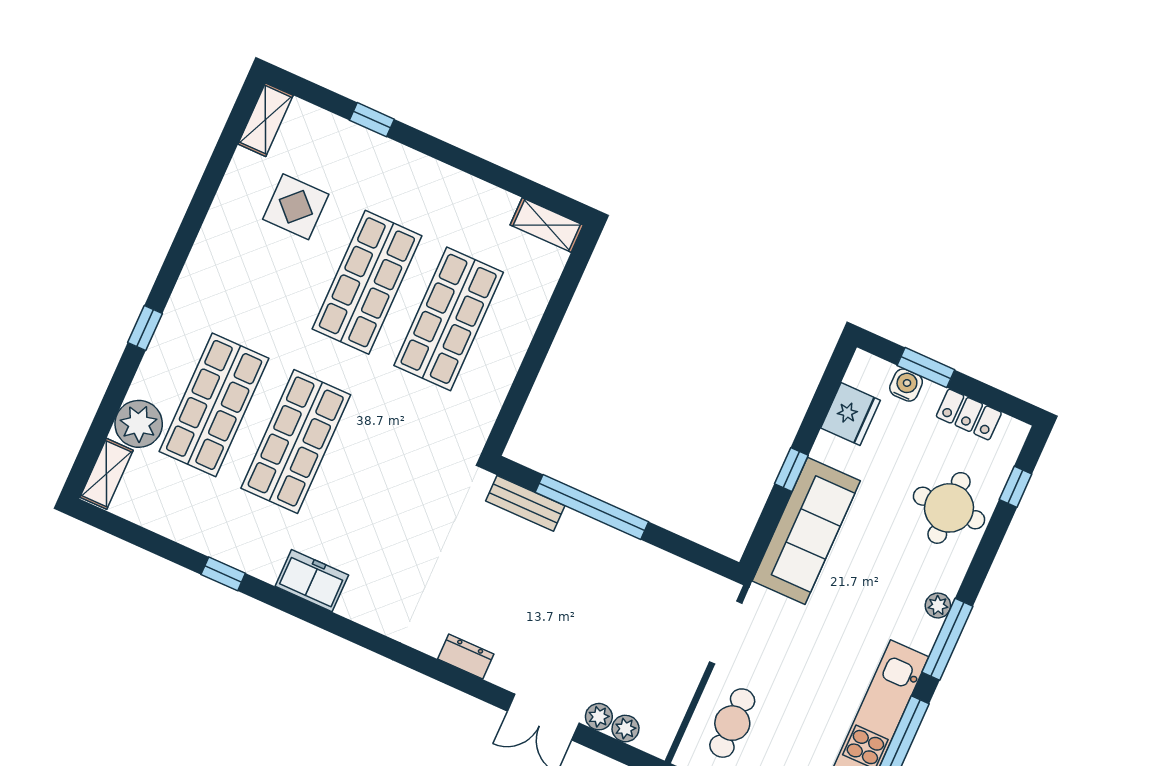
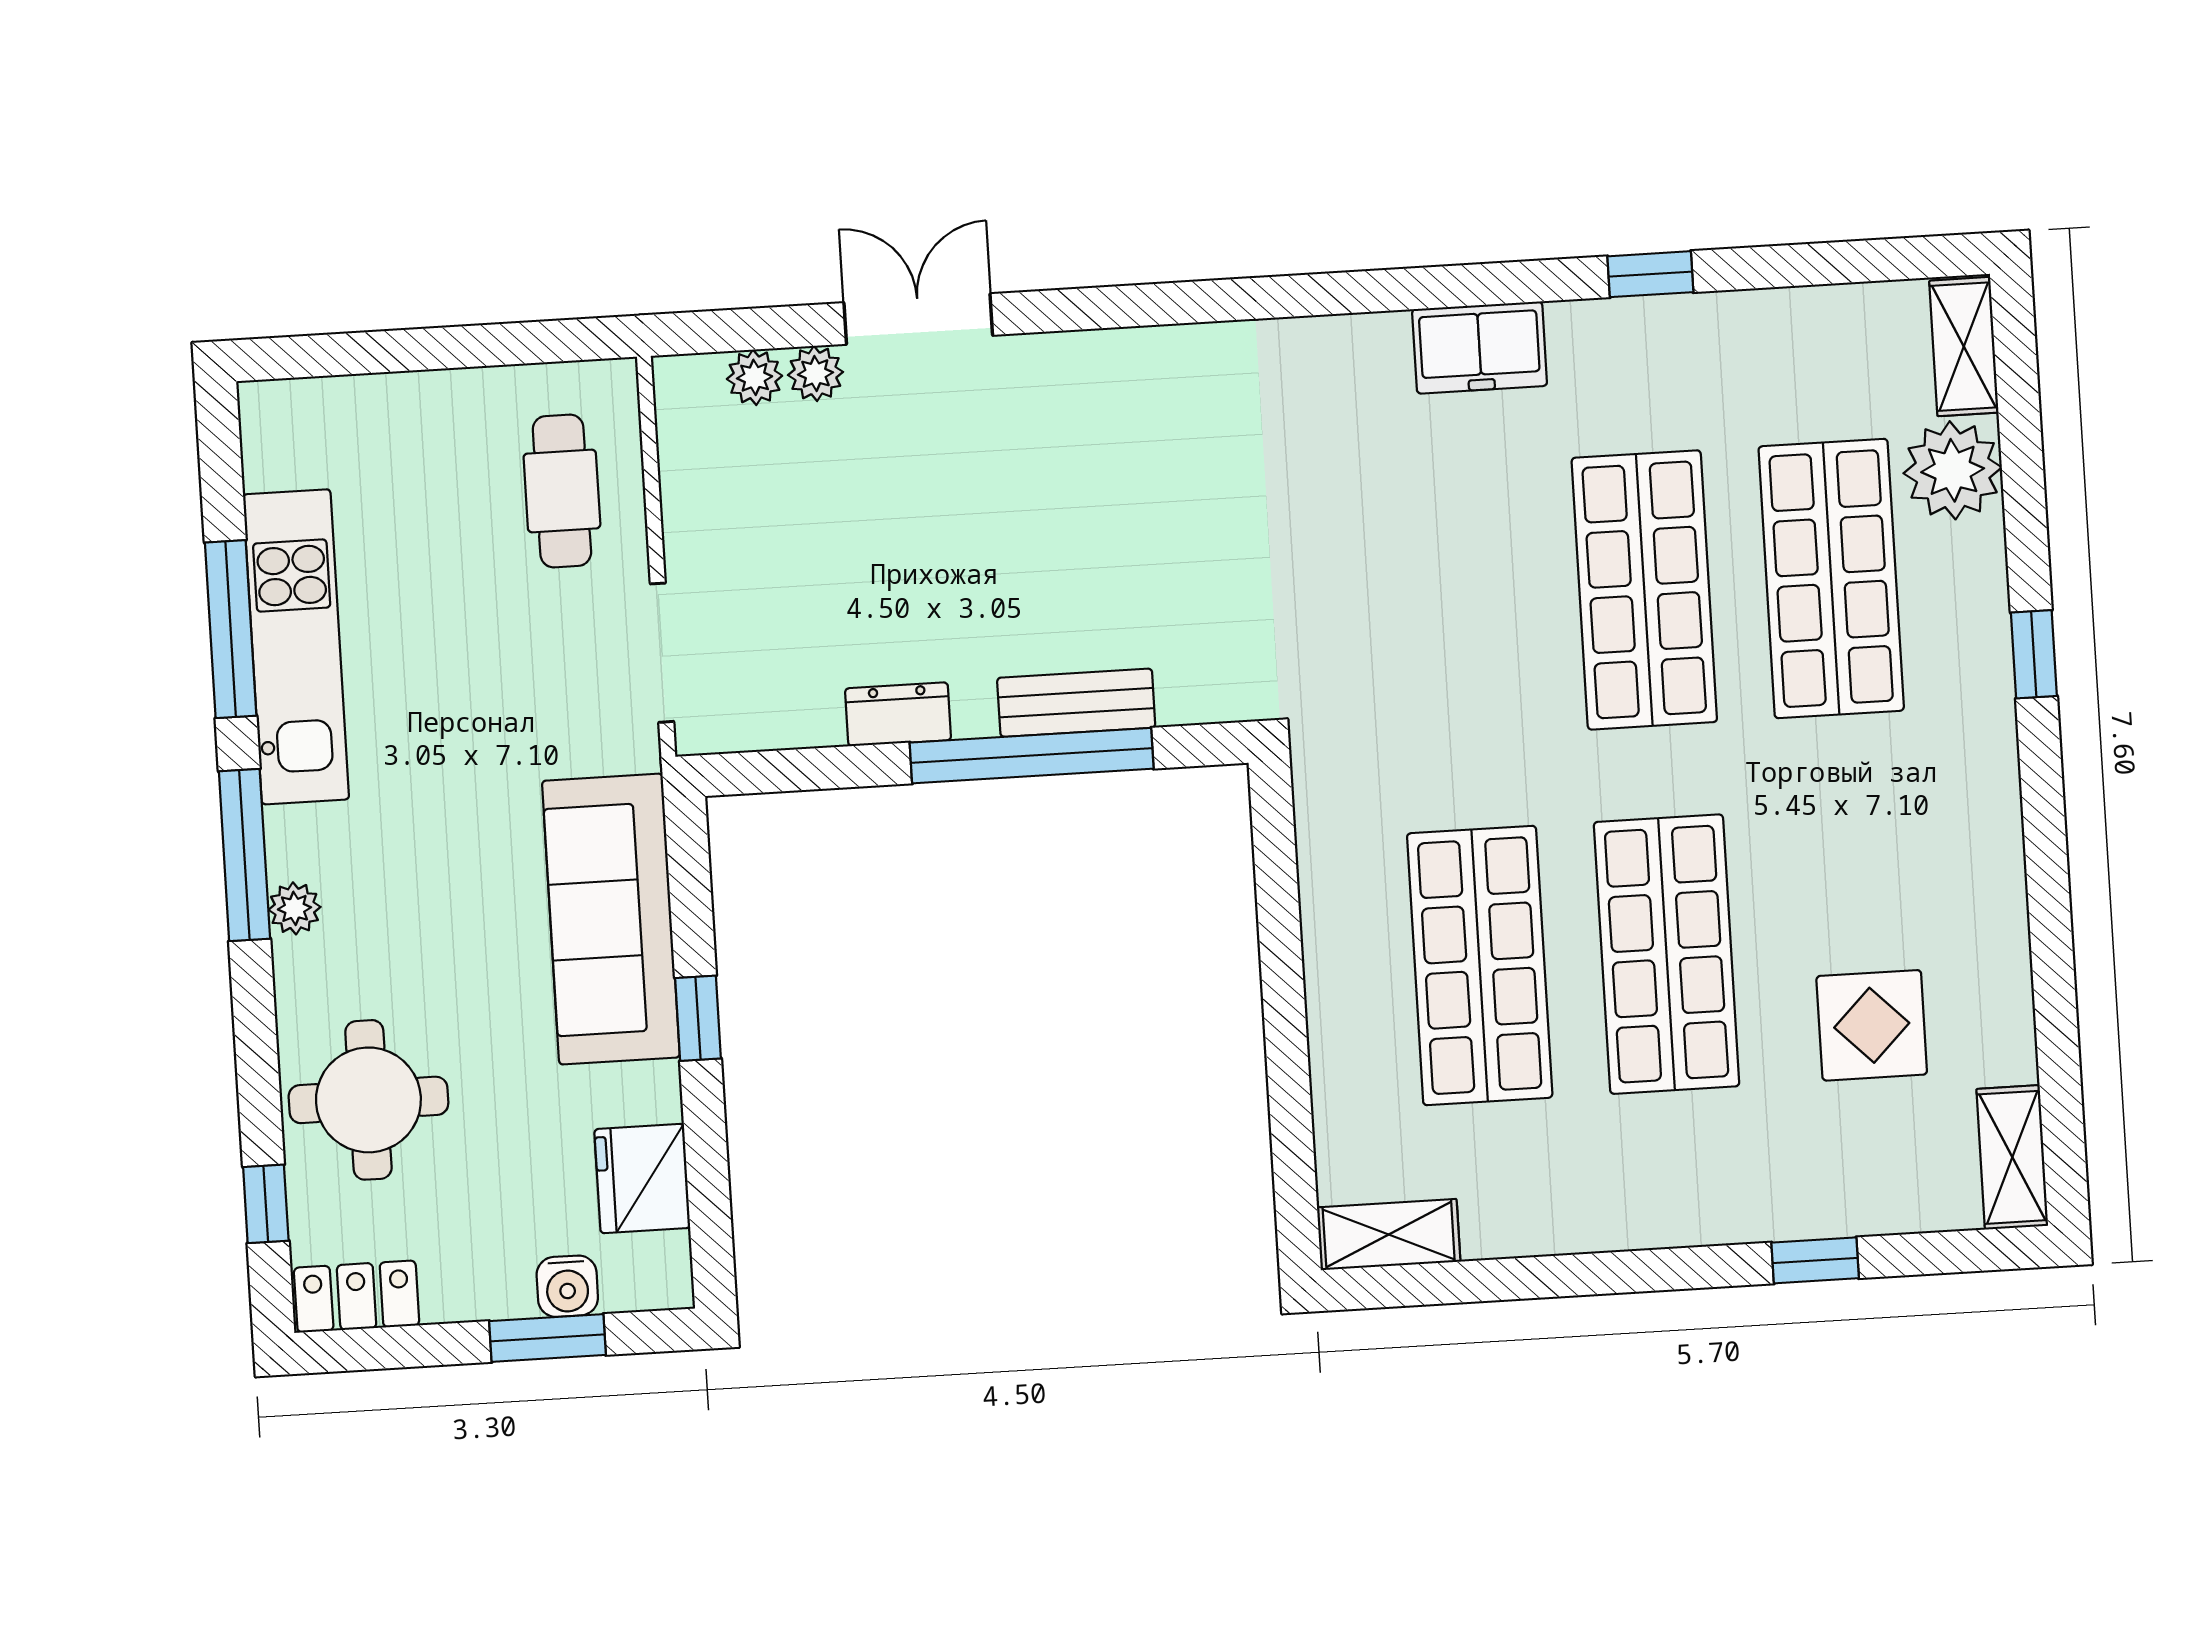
locker: (969, 414) -> (357, 1297), moved
bench: (525, 503) -> (1076, 703), moved
dresser: (466, 656) -> (898, 714), moved, turned 180

